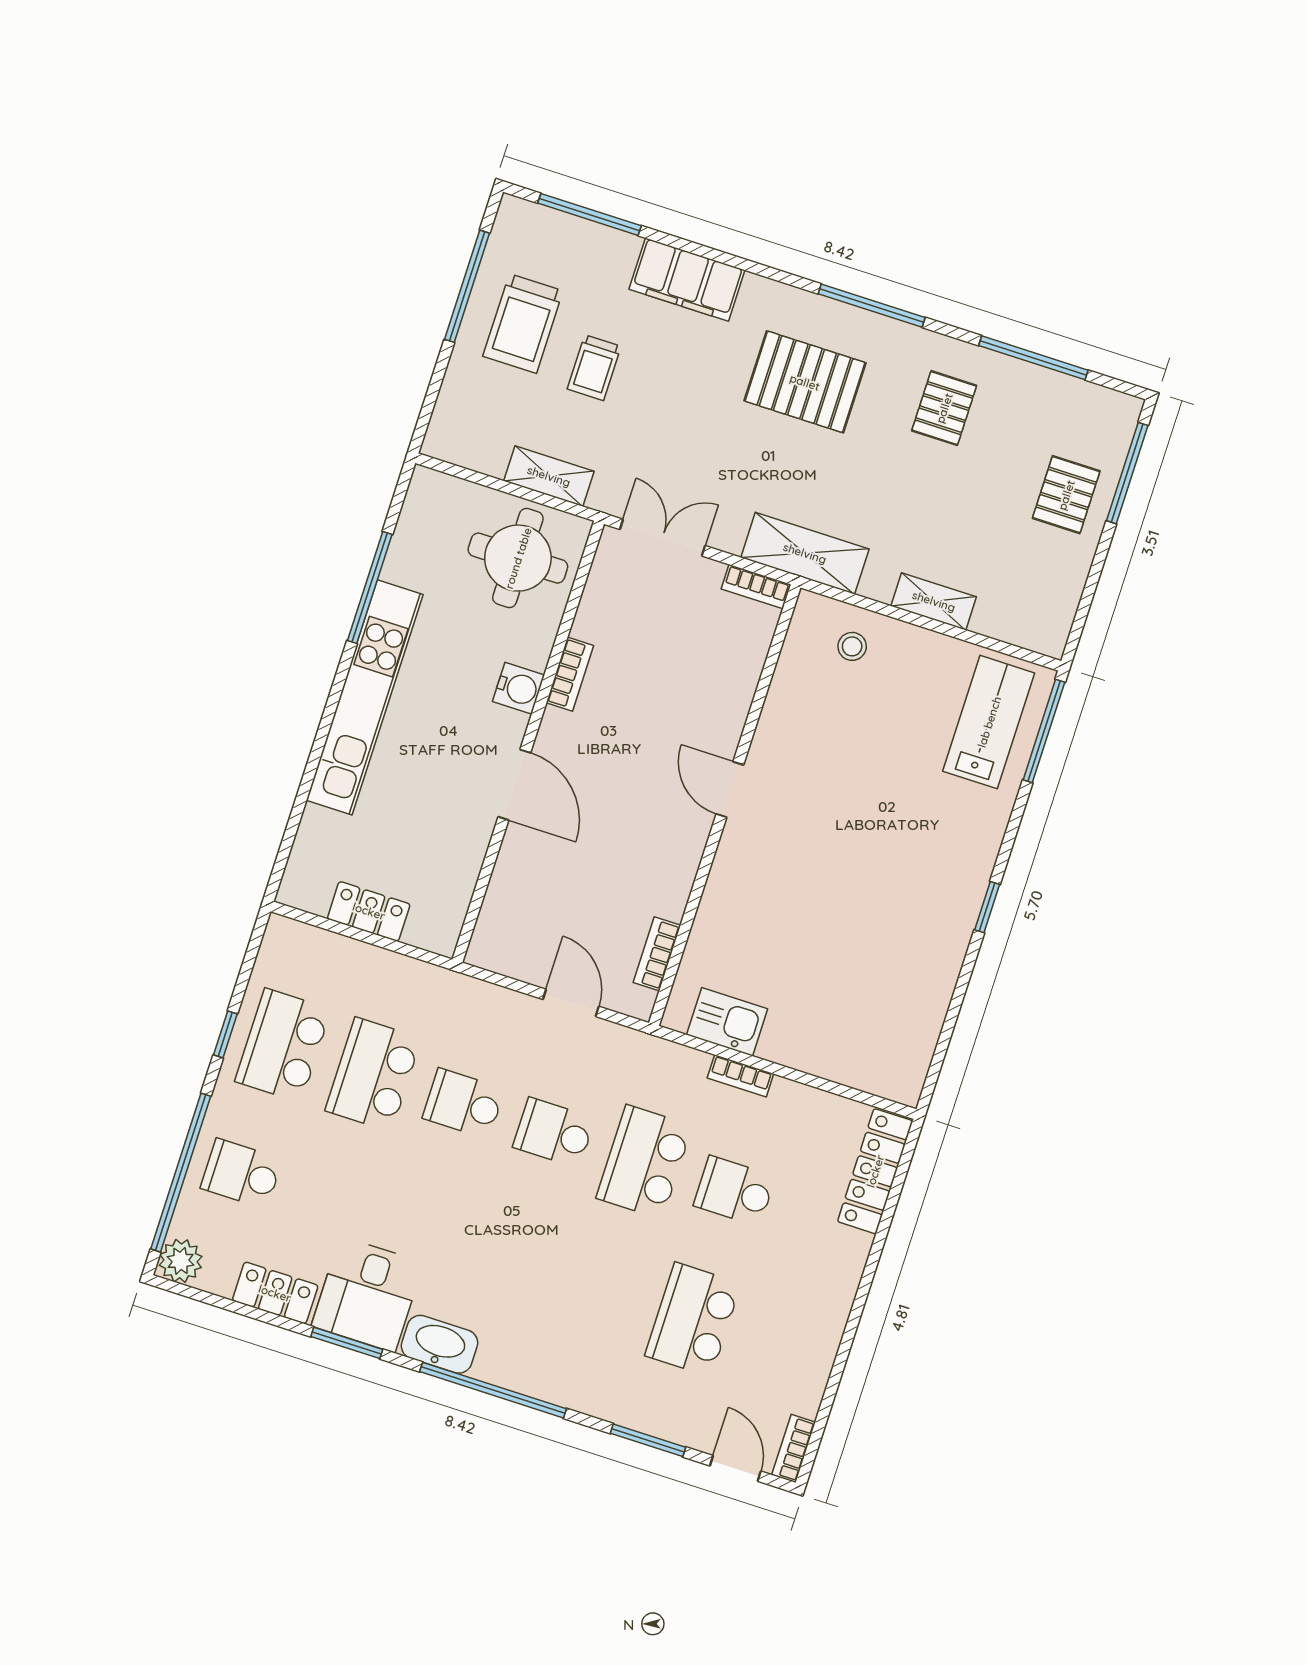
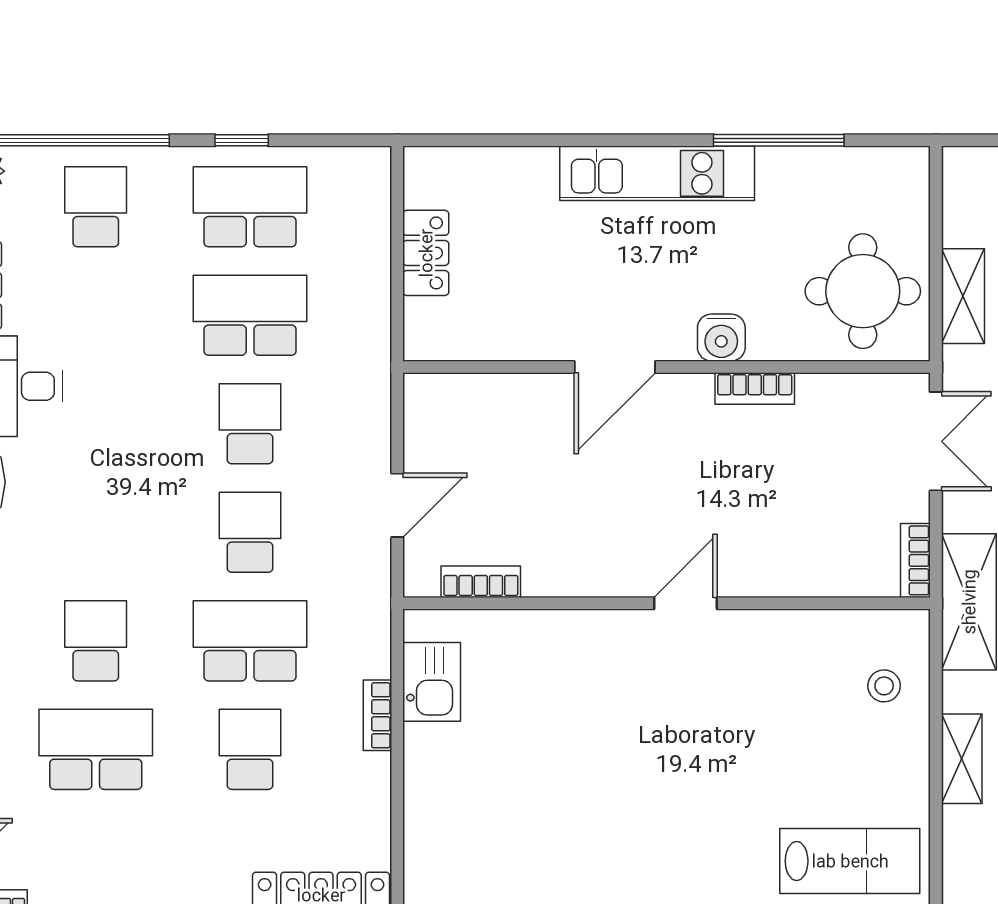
kitchen unit: (365, 697) -> (657, 173), width x0.73
school desk: (603, 1290) -> (96, 641), added

